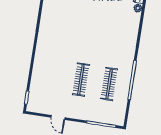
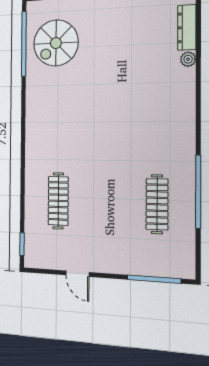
clothes rail: (81, 80) -> (58, 201), moved

